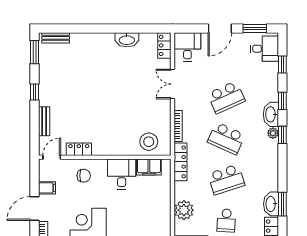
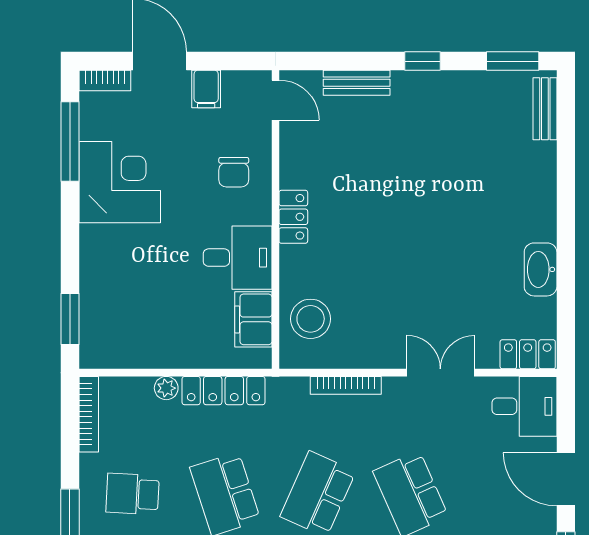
locker: (79, 149) -> (293, 217), moved
locker: (180, 162) -> (224, 391), moved
plant: (184, 210) -> (166, 388), width x0.53, depth x0.53

